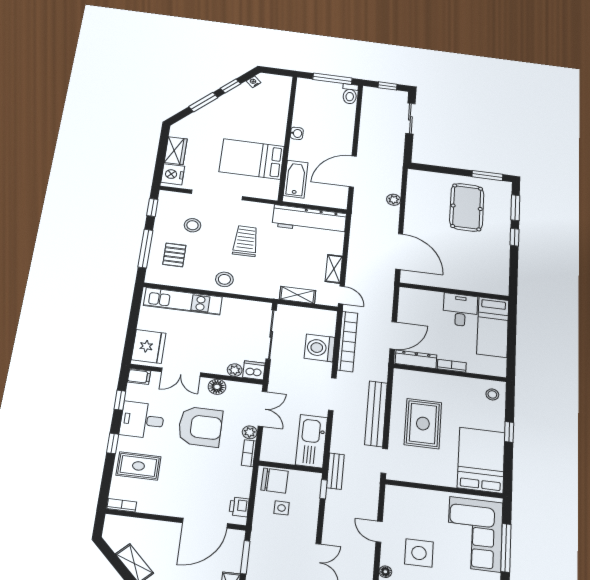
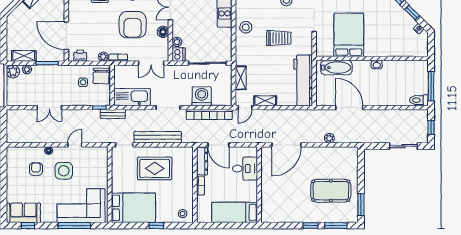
desk: (460, 310) -> (245, 169), moved
plant: (250, 432) -> (103, 57), moved

